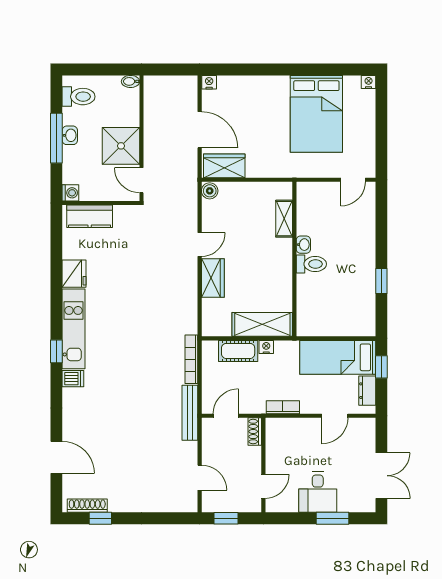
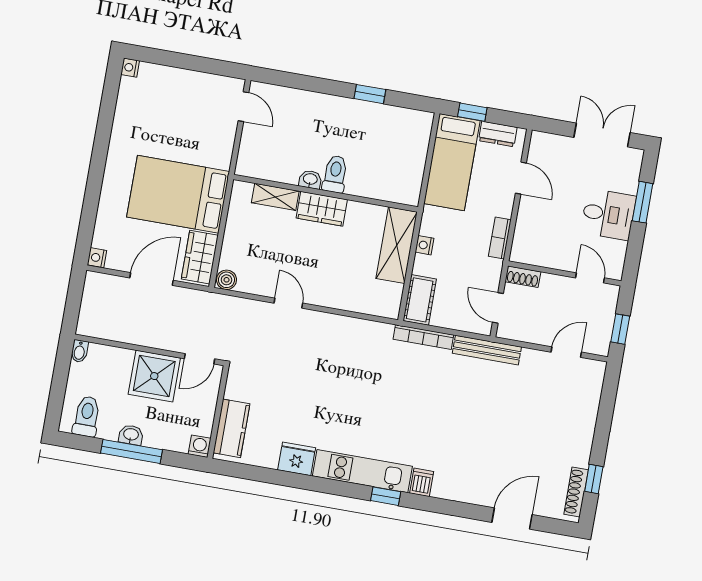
bed: (316, 114) -> (178, 194), moved, turned 180
wardrobe: (213, 278) -> (322, 209), moved, turned 180
cot: (238, 351) -> (420, 300), moved

